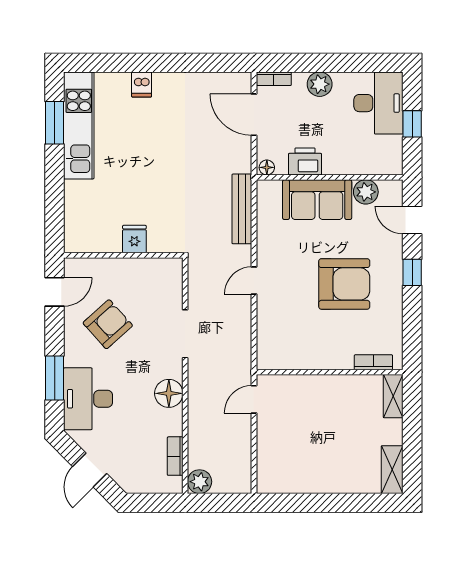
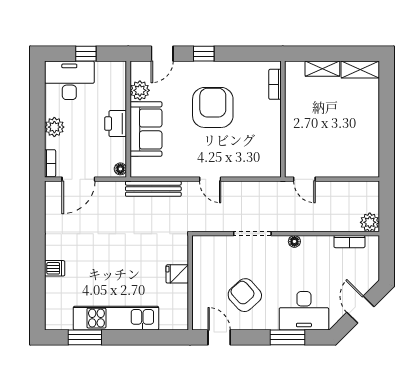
kitchen unit: (79, 125) -> (116, 318), moved
printer: (305, 161) -> (116, 124), moved
floor lamp: (169, 393) -> (294, 241), width x0.53, depth x0.53
shelving: (393, 396) -> (322, 69), moved
door: (90, 470) -> (360, 310), swing flipped

